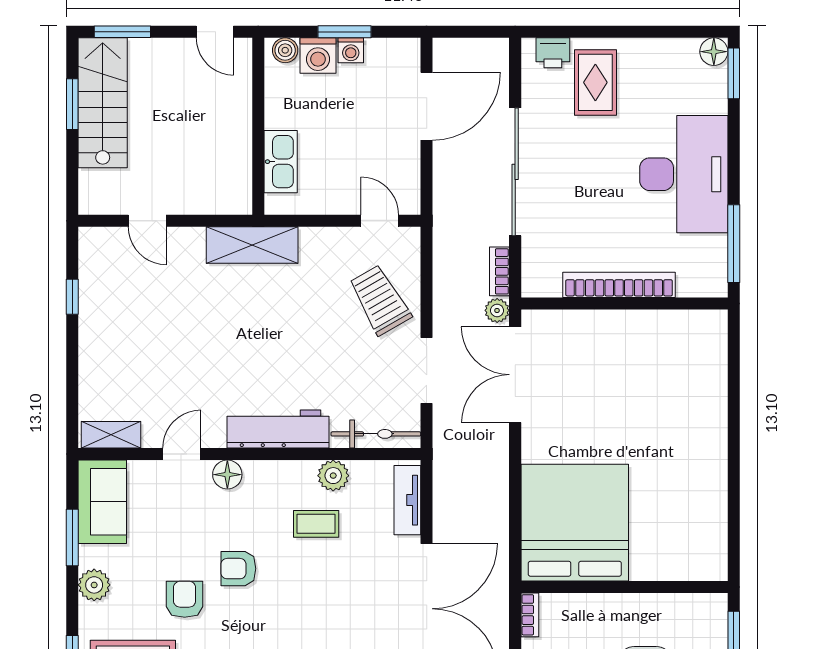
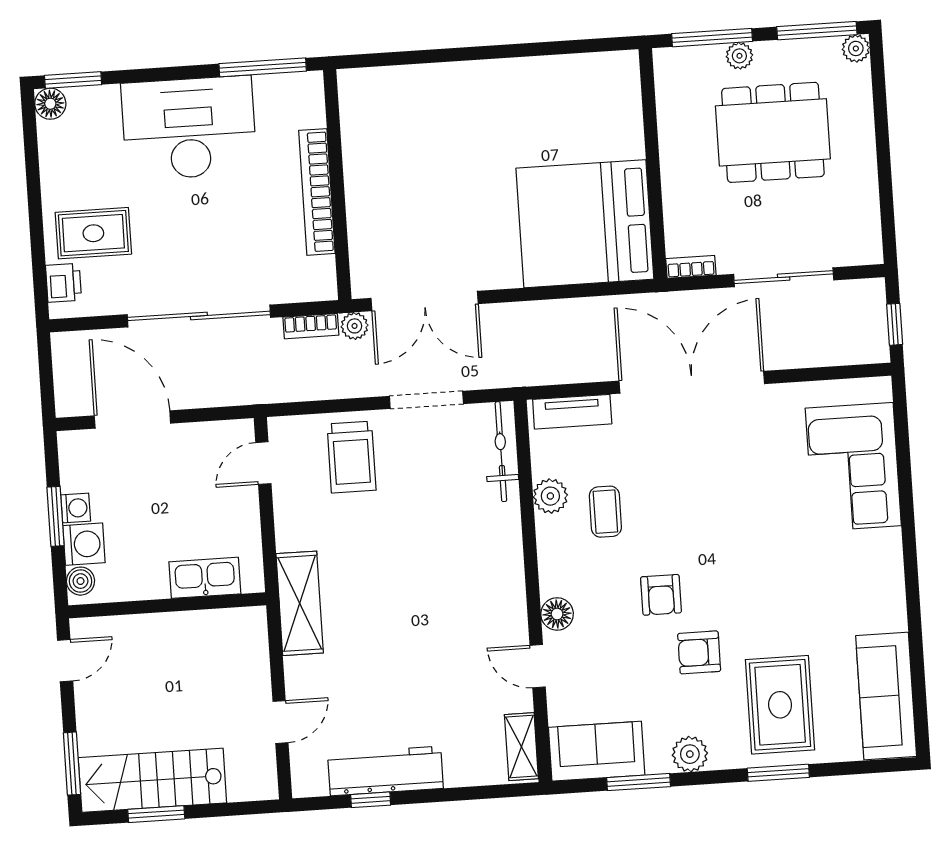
trolley: (380, 300) -> (352, 457), turned -60
workbench: (278, 429) -> (385, 771), moved, turned 90

